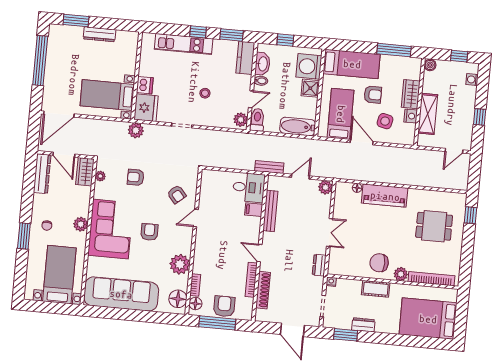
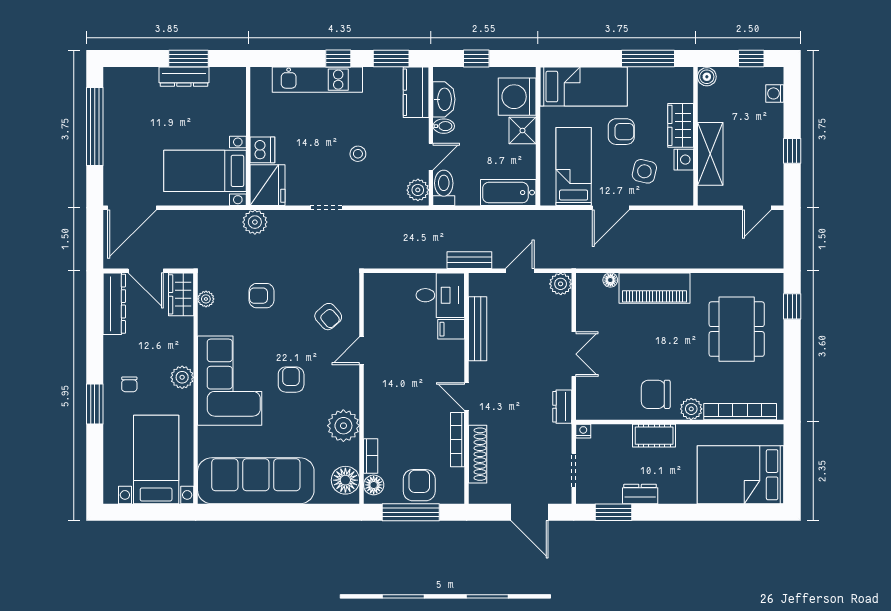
window: (76, 21) -> (189, 59), moved
door: (362, 142) -> (611, 208), swing flipped
dining table: (434, 226) -> (737, 329), width x1.38

